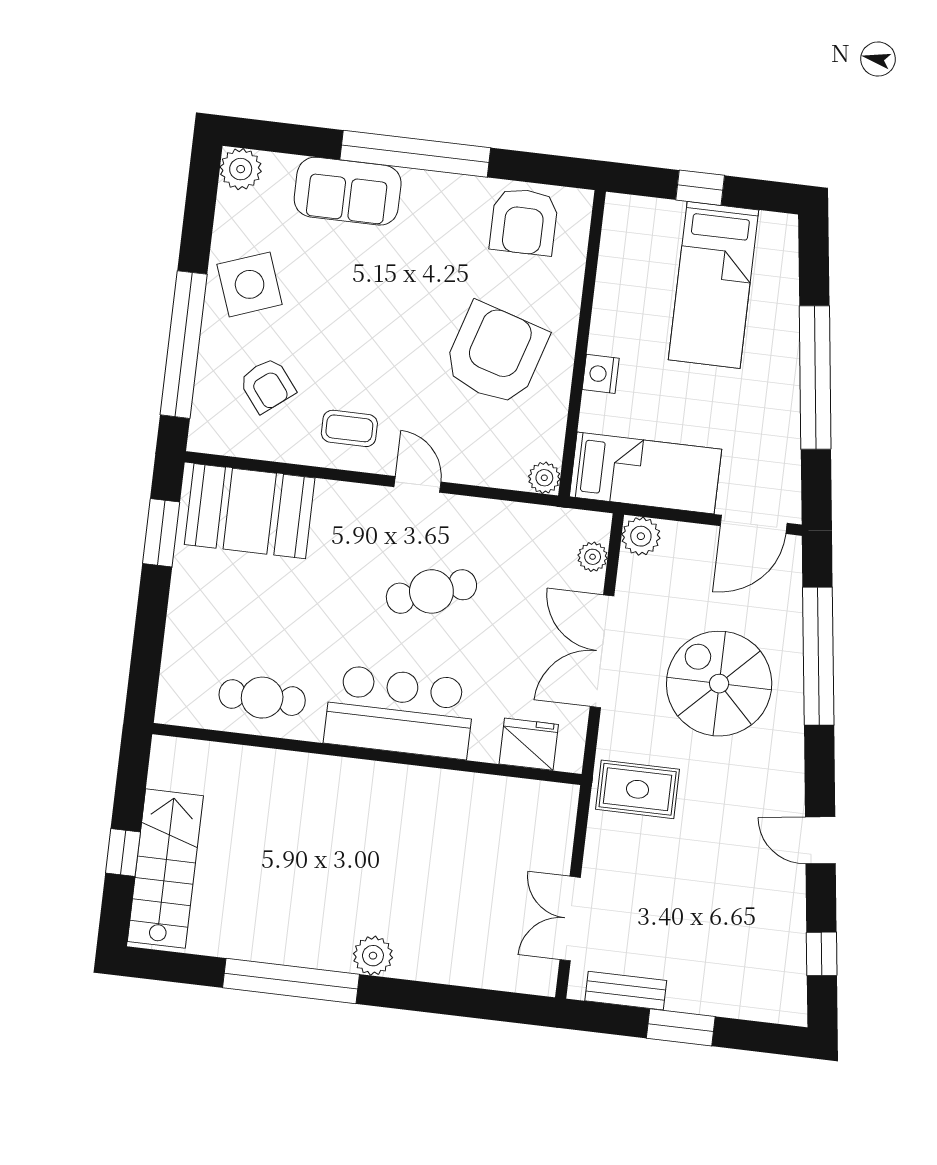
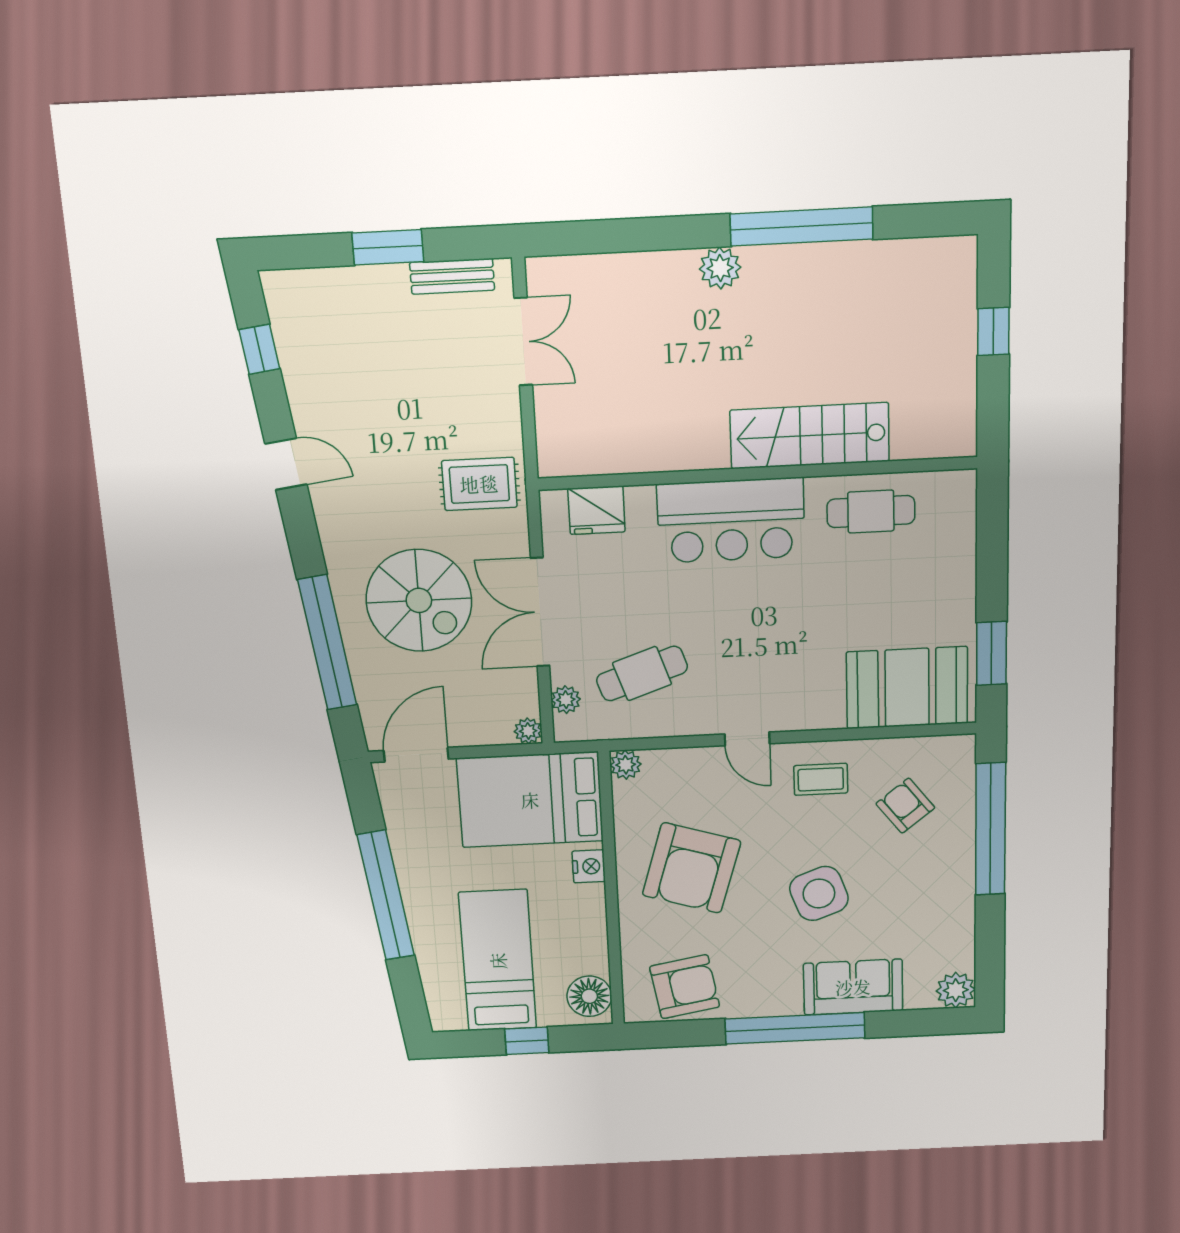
armchair: (524, 222) -> (685, 987), turned 80
floor lamp: (625, 228) -> (589, 996), added
side table: (250, 284) -> (819, 894), moved
bed: (646, 473) -> (530, 800), width x1.50
plant: (641, 536) -> (528, 731), width x0.73, depth x0.73
cafe table: (431, 591) -> (642, 674), moved
double door: (602, 651) -> (540, 612), swing flipped
stairs: (165, 869) -> (810, 436), moved, turned 90

